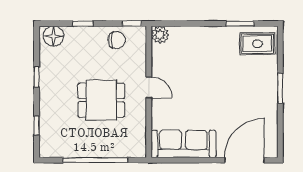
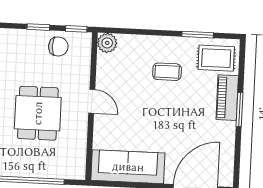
window: (83, 24) -> (38, 27), moved
coffee table: (214, 58) -> (167, 72), added
piano: (269, 79) -> (227, 98), added
dining table: (101, 100) -> (38, 113), turned 90

